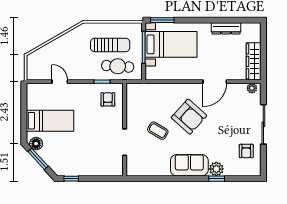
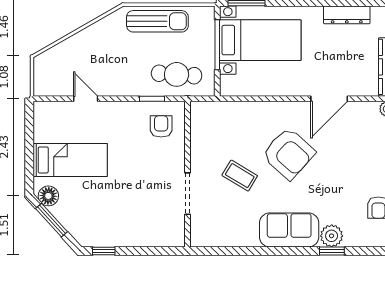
sun lounger: (110, 45) -> (157, 21), moved

